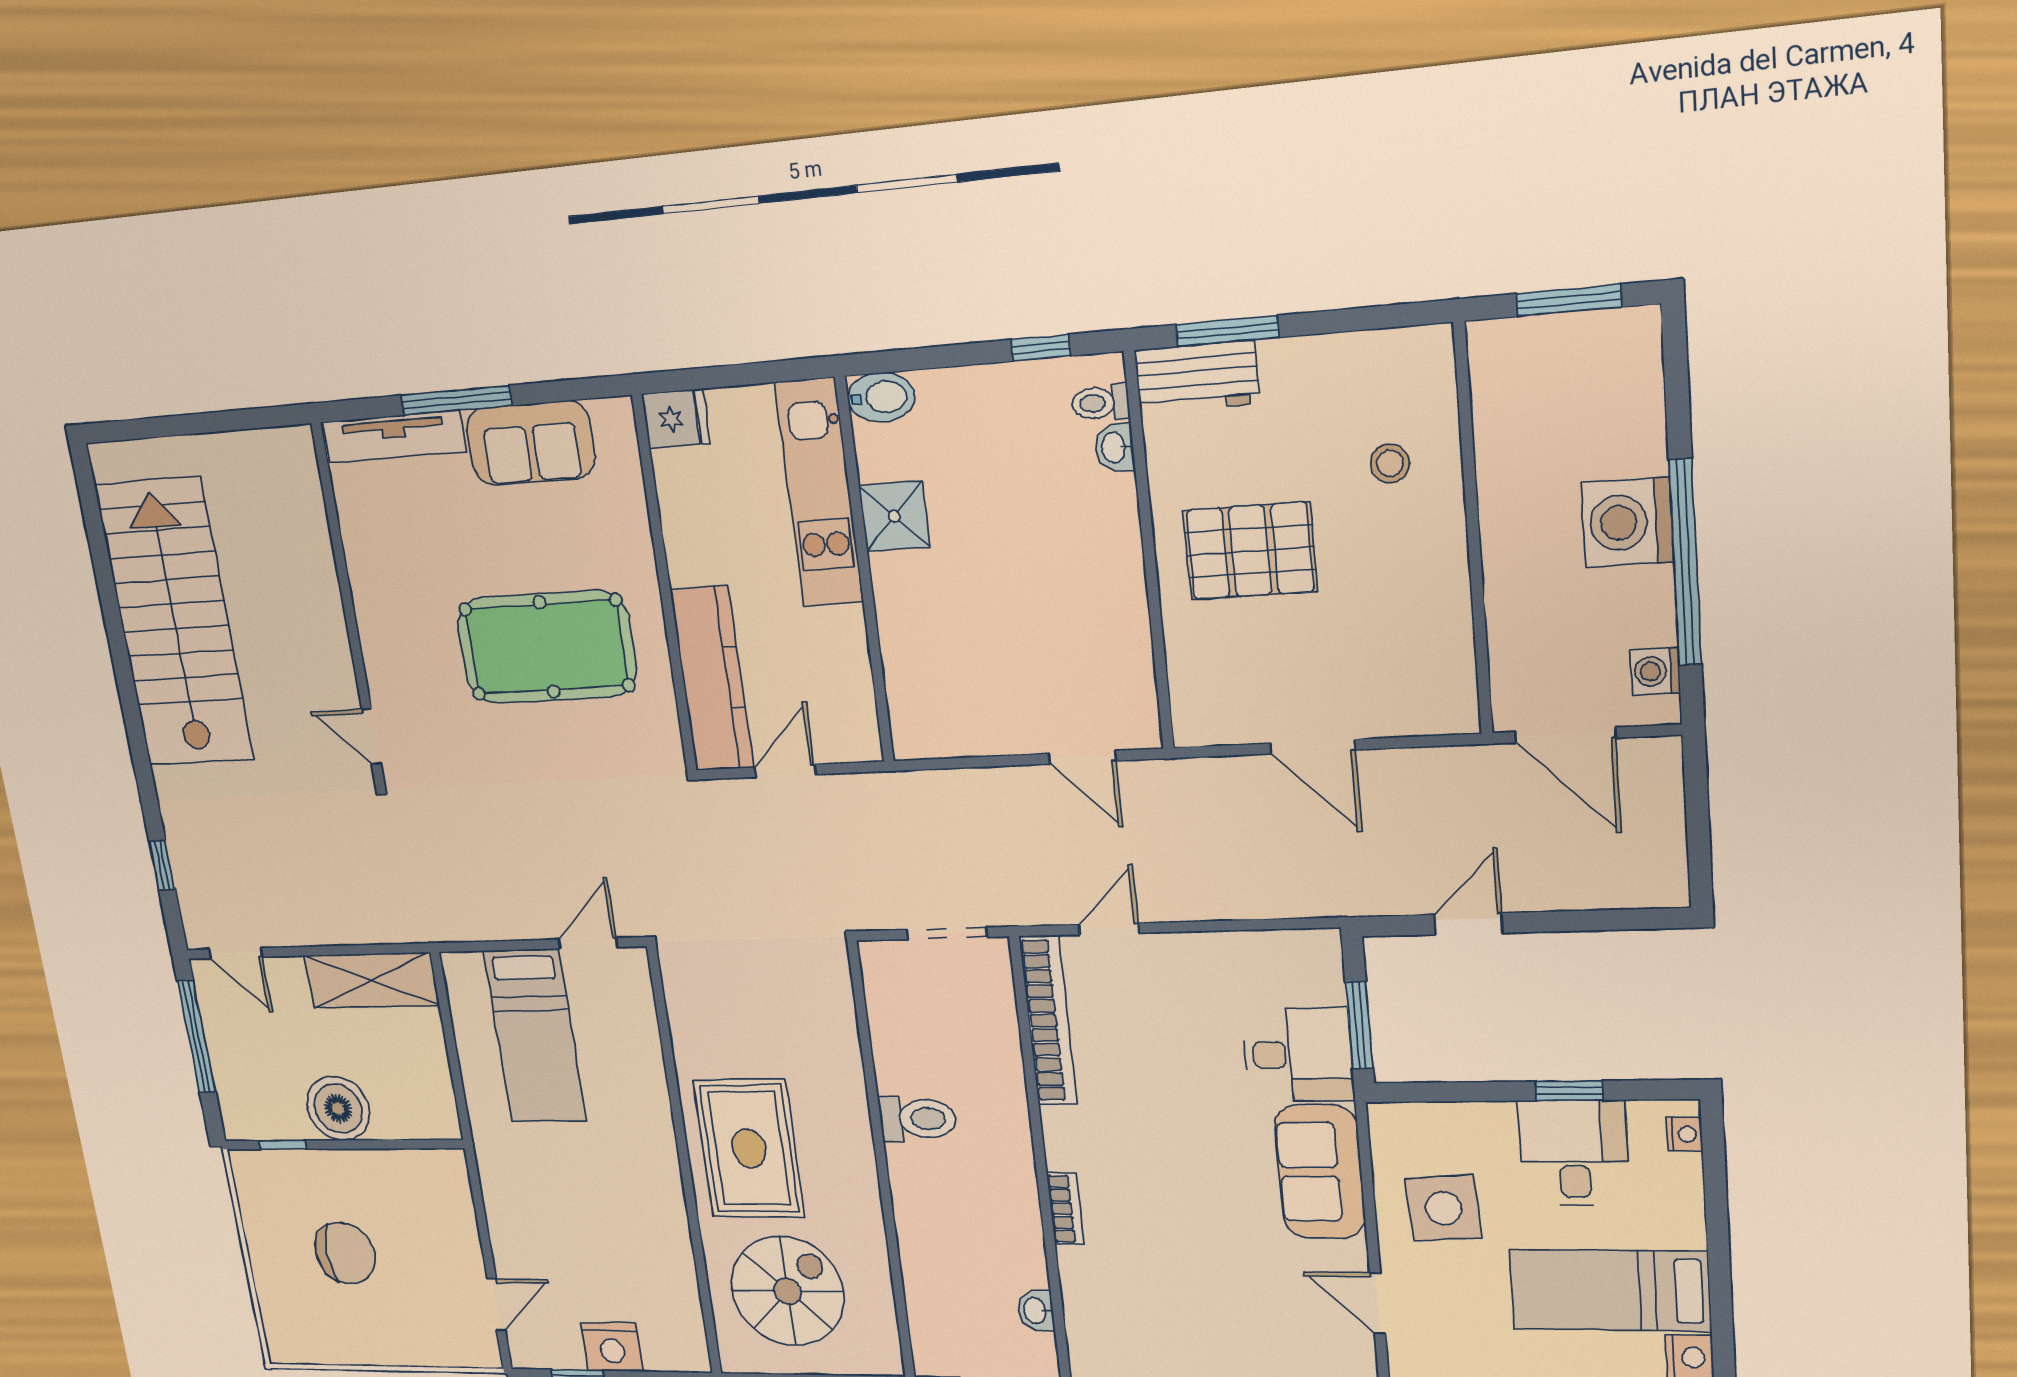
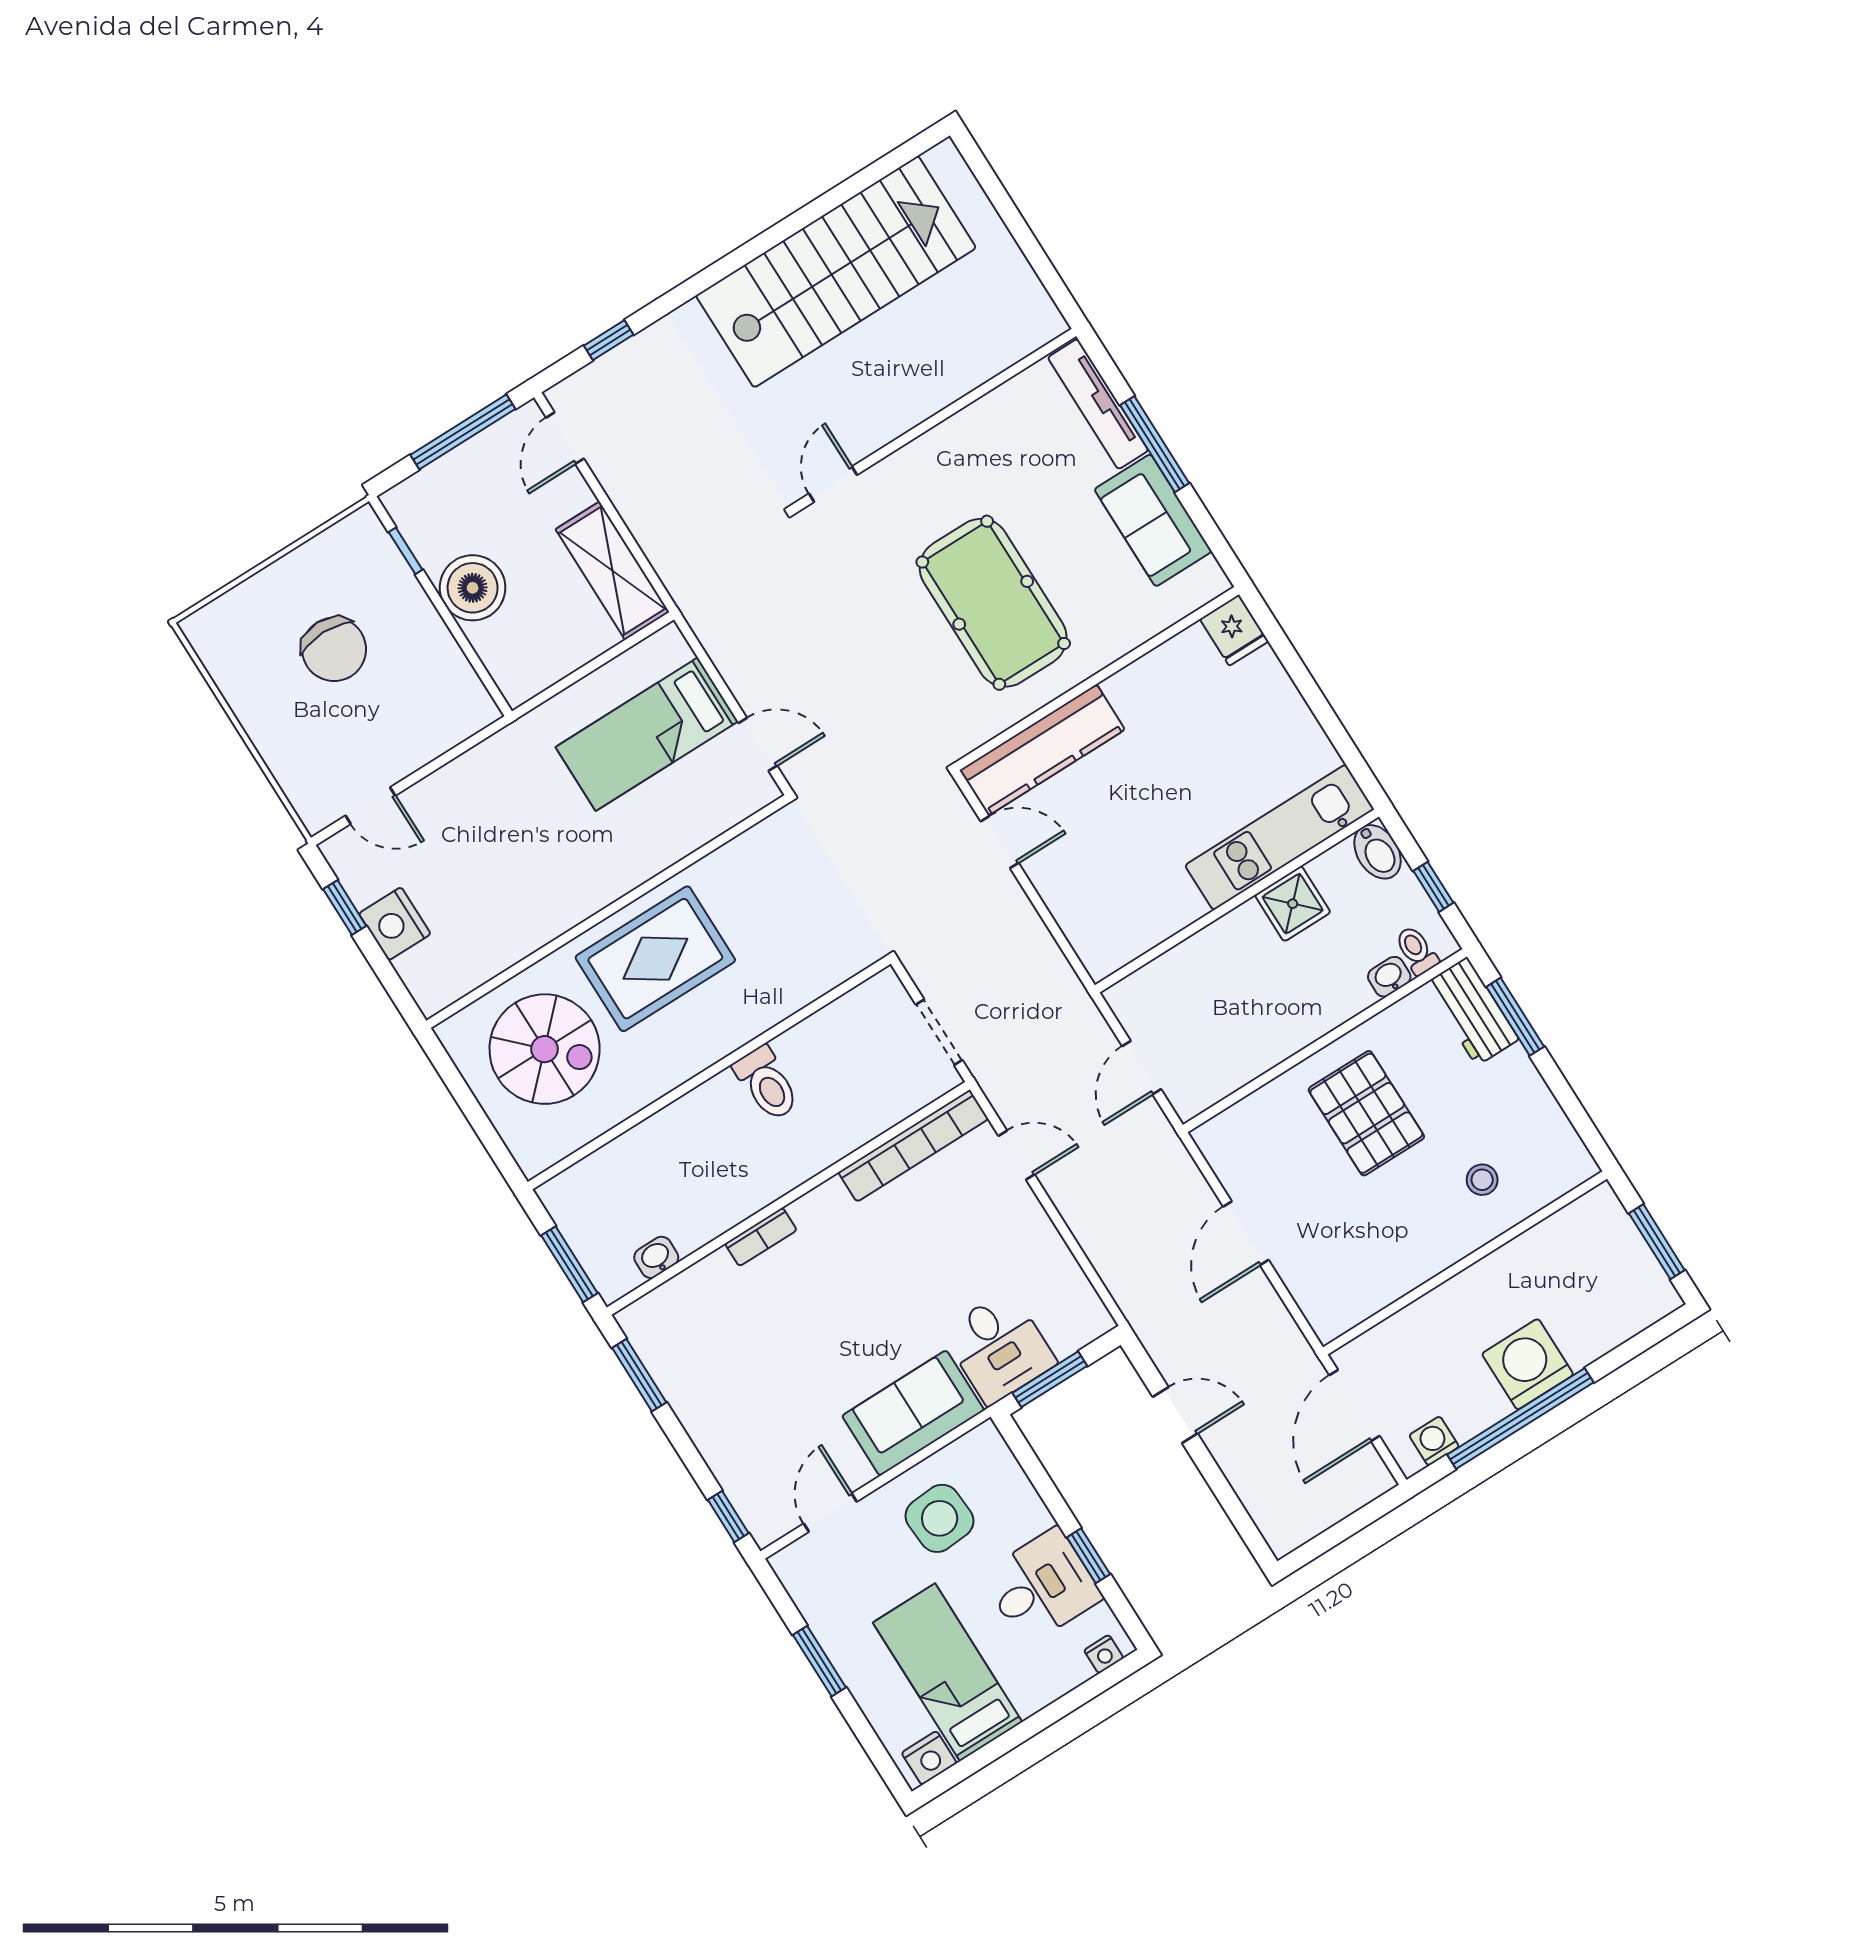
bidet: (881, 397) -> (1378, 852), moved
kitchen unit: (819, 493) -> (1280, 837), moved
shower: (894, 516) -> (1293, 904), moved
wall: (865, 572) -> (1237, 901), moved

